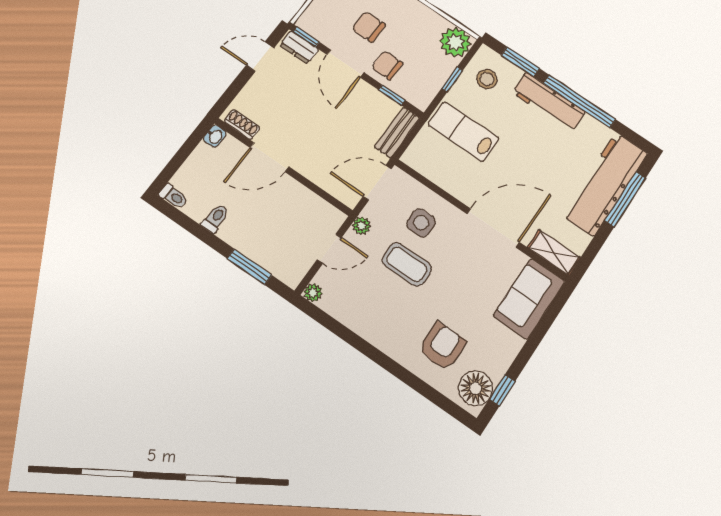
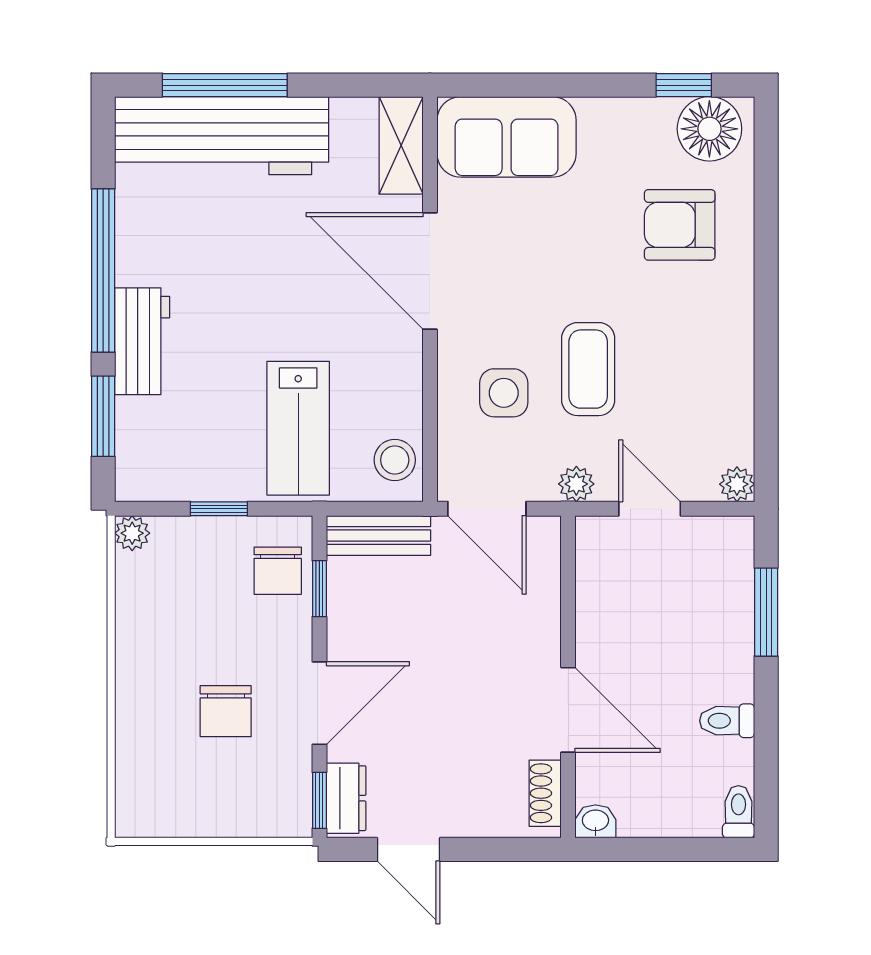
plant: (455, 42) -> (132, 533), width x0.53, depth x0.53
chair: (387, 65) -> (278, 571), moved
stool: (487, 79) -> (395, 460), moved
workbench: (549, 102) -> (142, 341), width x0.73

